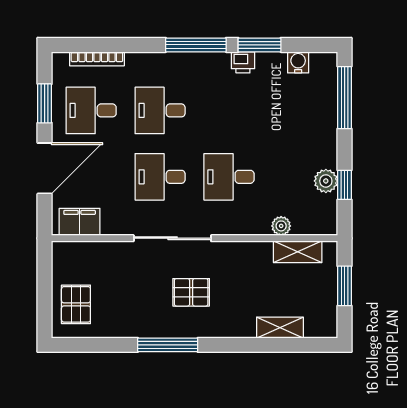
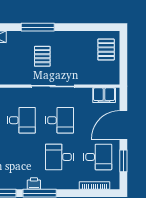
printer: (243, 62) -> (34, 184), moved
desk: (160, 110) -> (59, 157), turned 180
pallet: (191, 292) -> (42, 56), turned 90
window: (168, 345) -> (38, 27), moved

